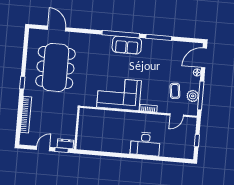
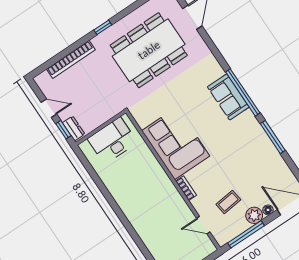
sofa: (127, 45) -> (228, 97), moved
plant: (193, 96) -> (254, 215), moved
desk: (145, 144) -> (112, 140), moved, turned 90

